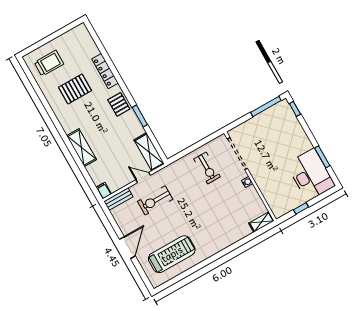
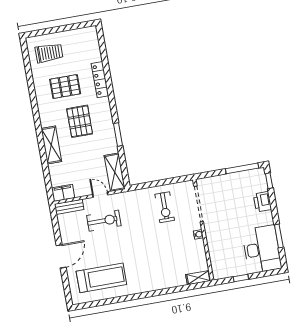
pallet: (119, 104) -> (80, 121), moved, width x1.50, depth x1.42
printer: (296, 131) -> (263, 202), added
filing cabinet: (104, 191) -> (63, 193), width x2.00
exercise bike: (155, 200) -> (104, 221), turned 180

